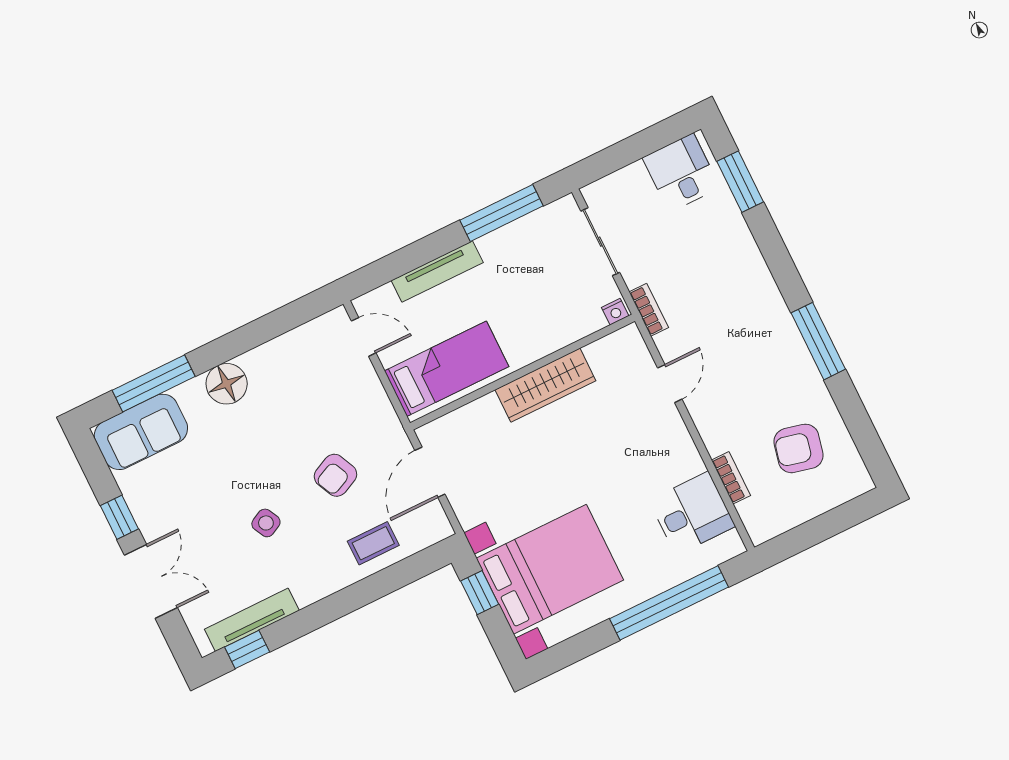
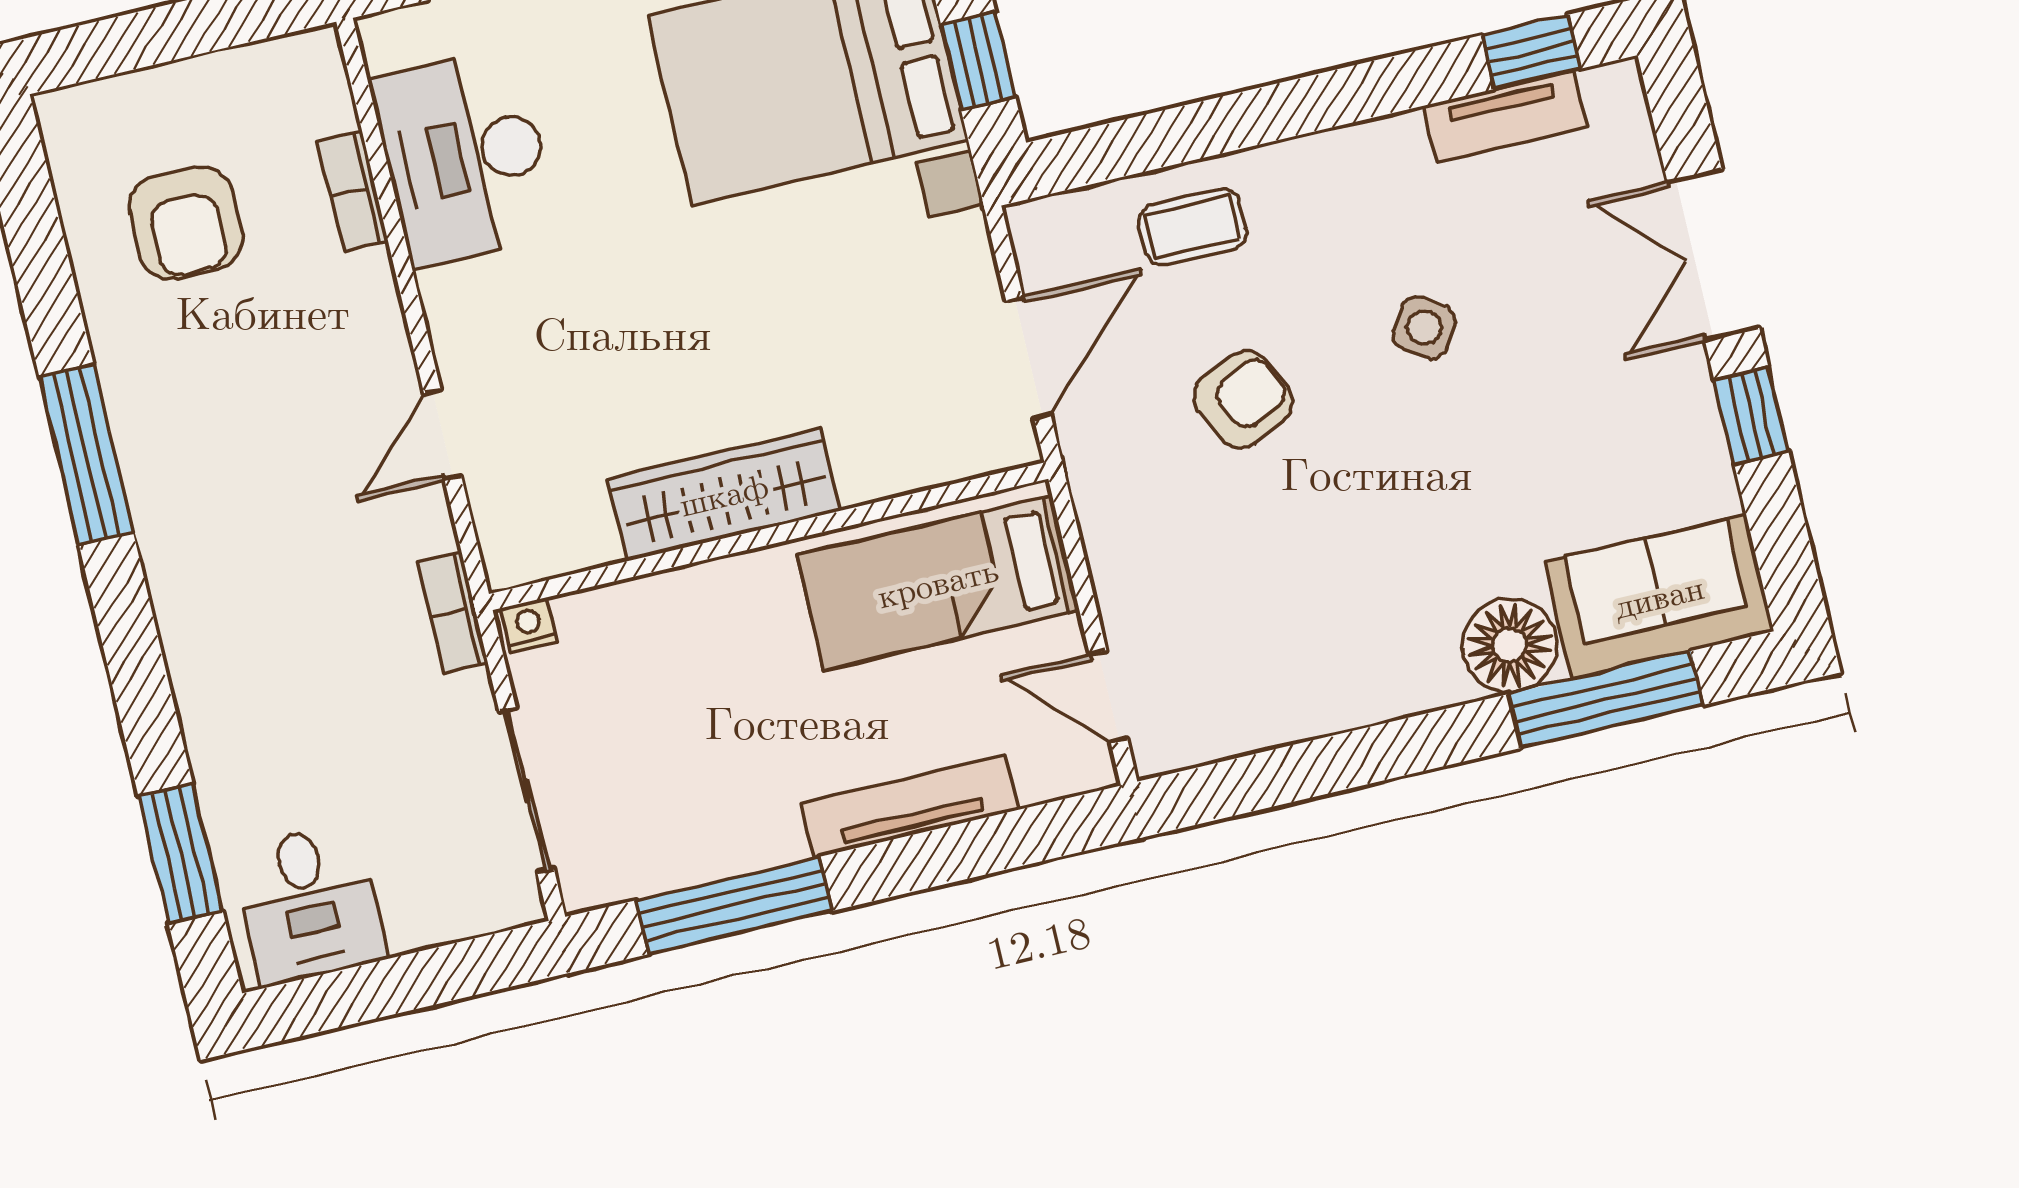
floor lamp: (227, 384) -> (1510, 645), moved
armchair: (798, 448) -> (186, 223), turned 77
desk: (692, 513) -> (465, 157), width x1.37
side table: (266, 523) -> (1424, 328), turned -30
tv unit: (252, 620) -> (1505, 116), width x0.71

